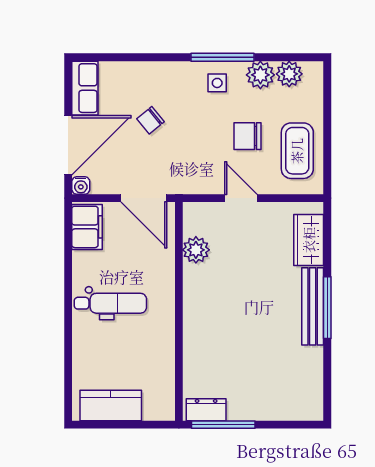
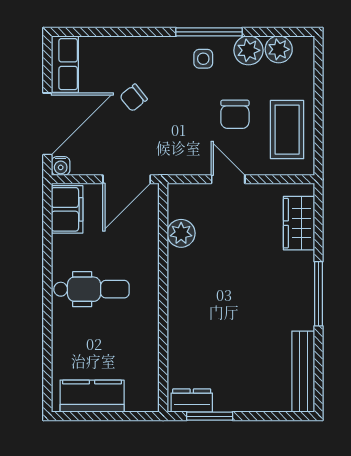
chair: (247, 136) -> (235, 114), turned -90
door: (144, 198) -> (127, 179), hinge flipped
bench: (313, 306) -> (303, 372), moved
window: (223, 425) -> (210, 416), width x0.69

